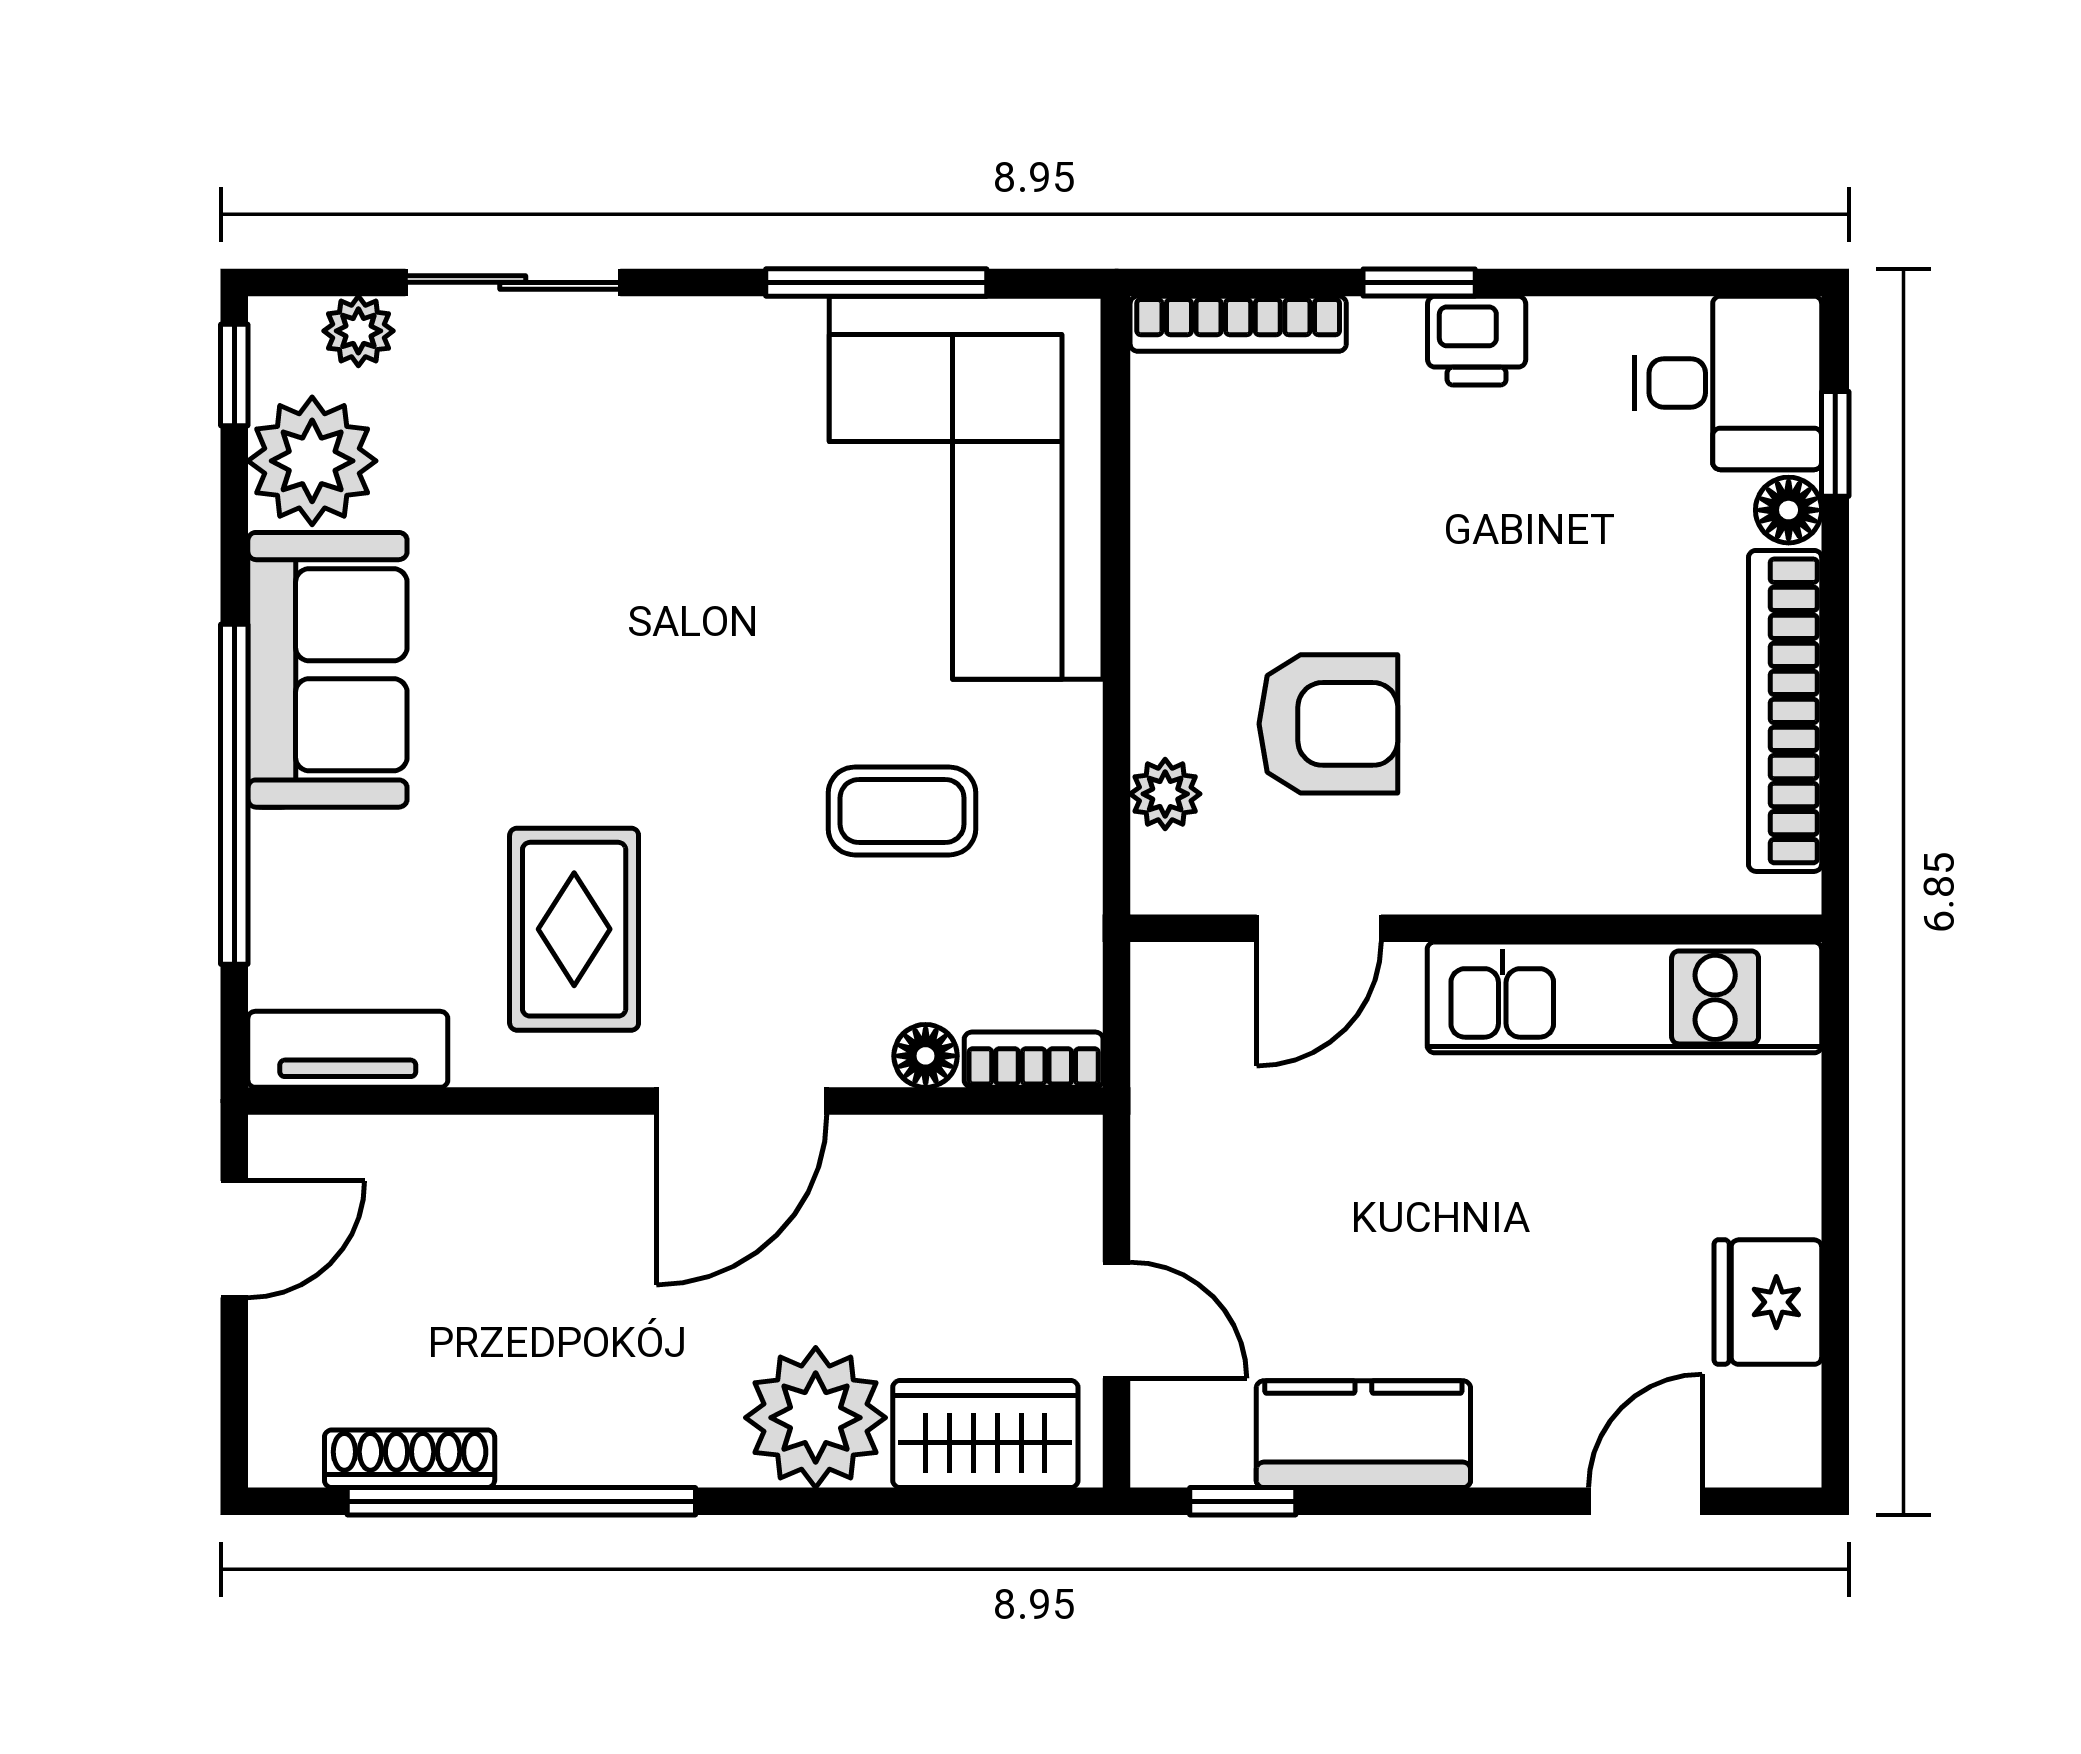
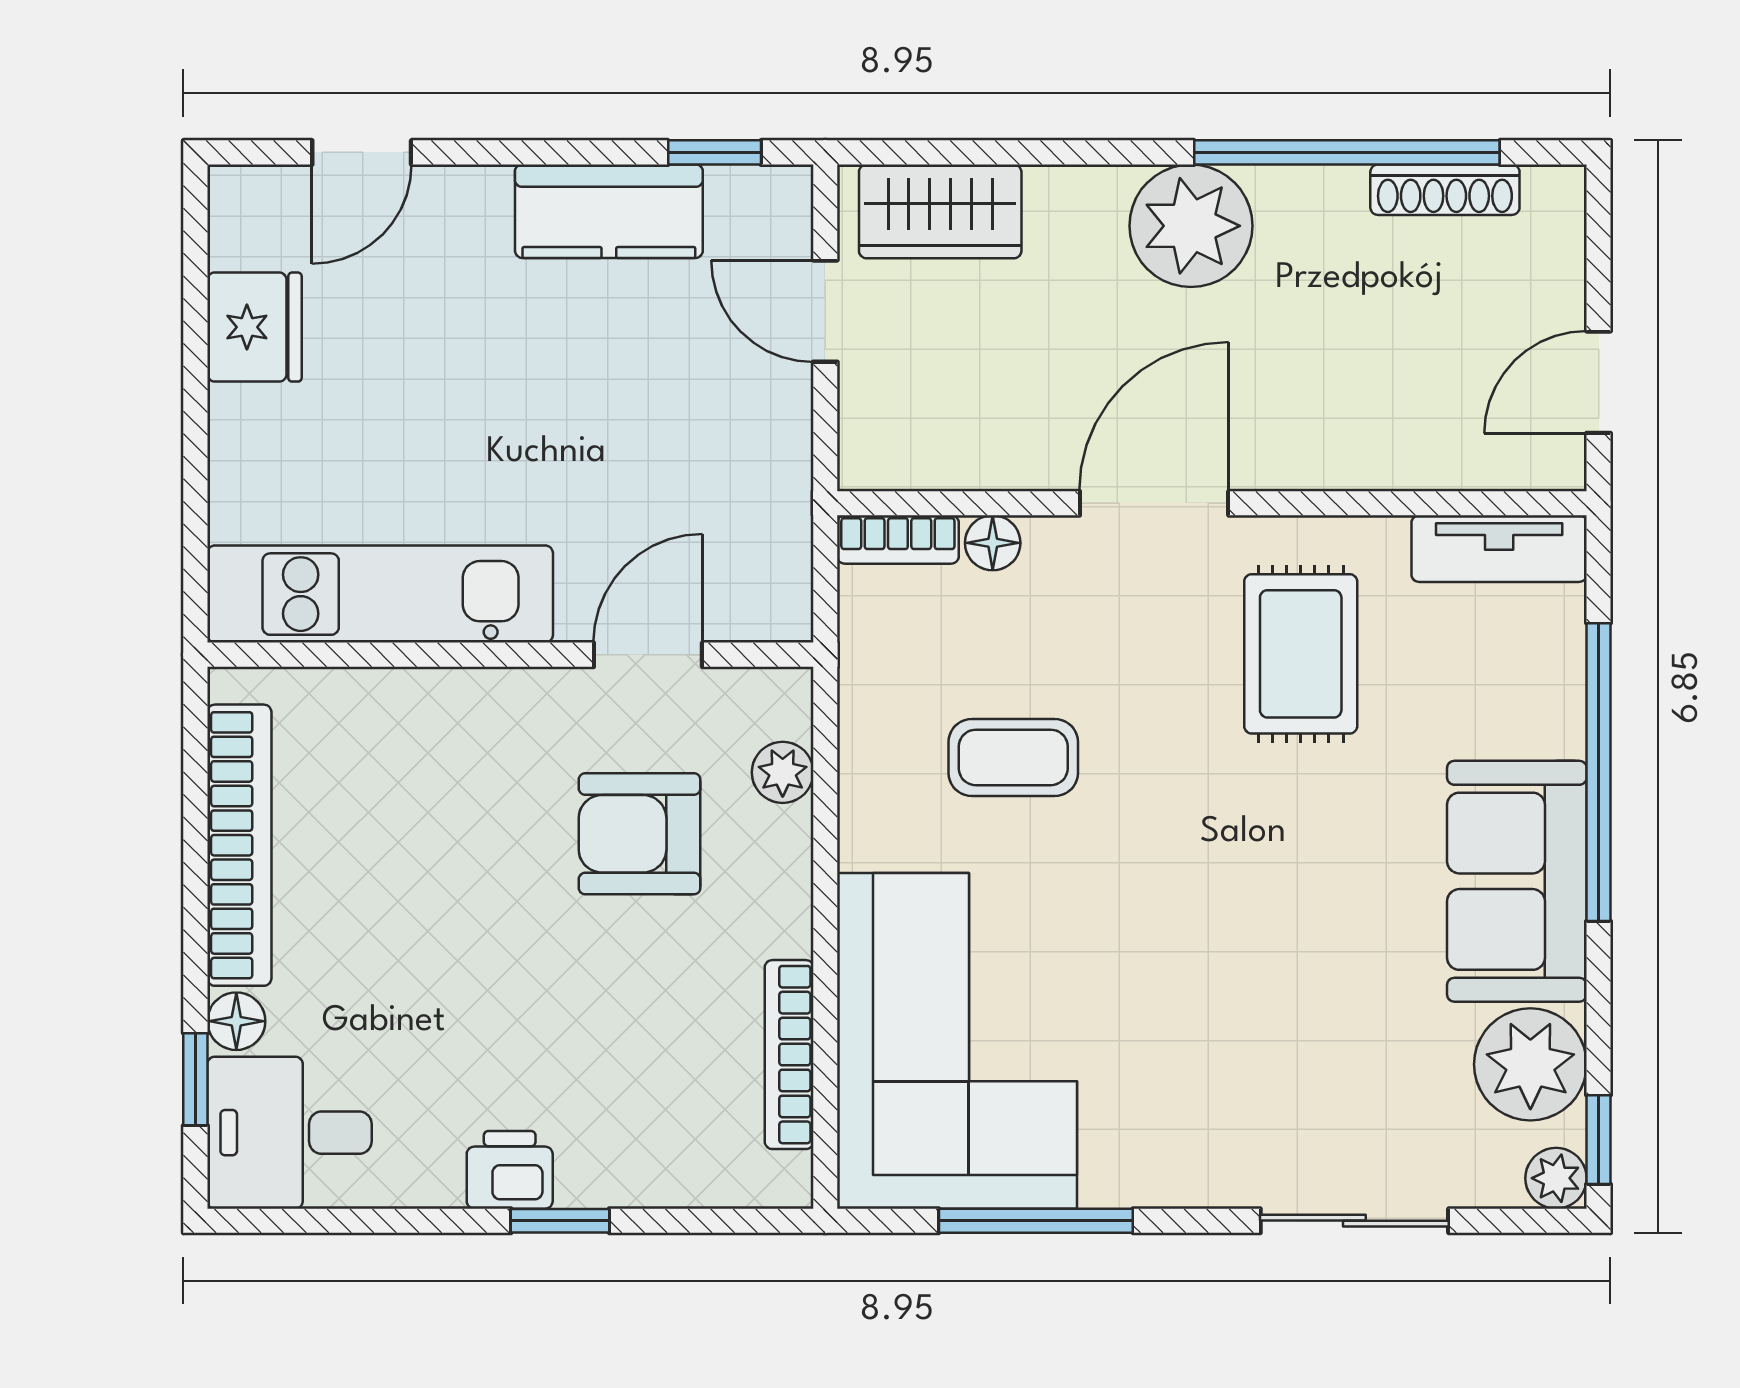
bookcase: (1238, 324) -> (789, 1055), moved, turned -90
plant: (358, 331) -> (1556, 1178), moved
plant: (816, 1418) -> (1191, 226), moved

